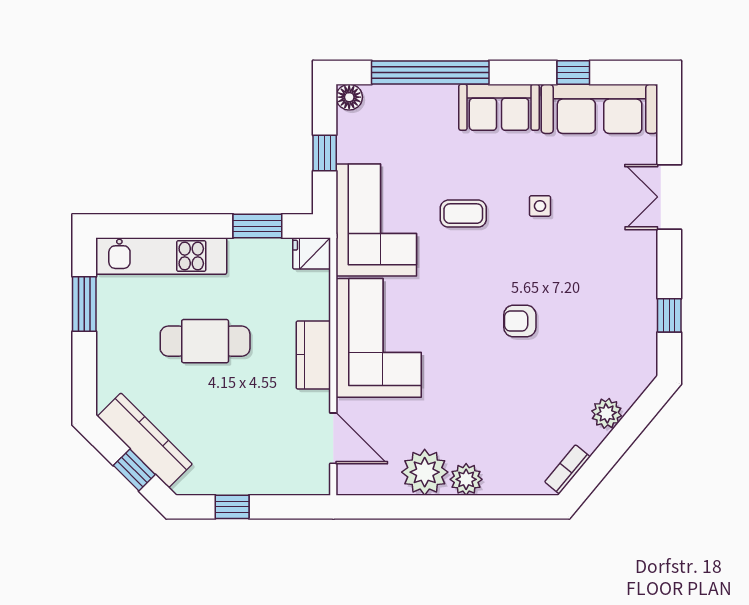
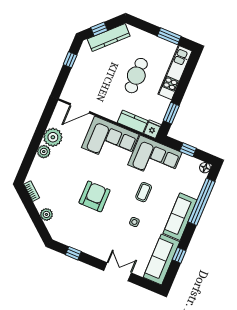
sofa: (499, 107) -> (180, 217), width x1.36
armchair: (520, 321) -> (95, 196), width x1.88, depth x1.88
kitchen counter: (313, 355) -> (133, 122), moved

